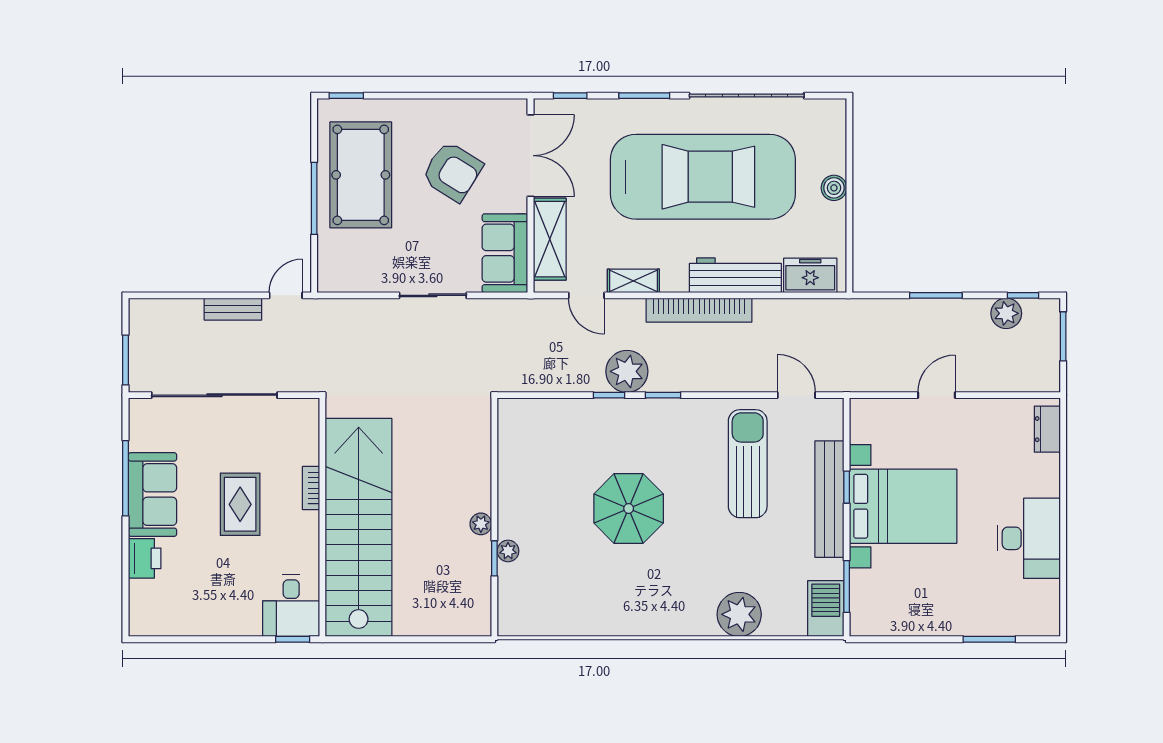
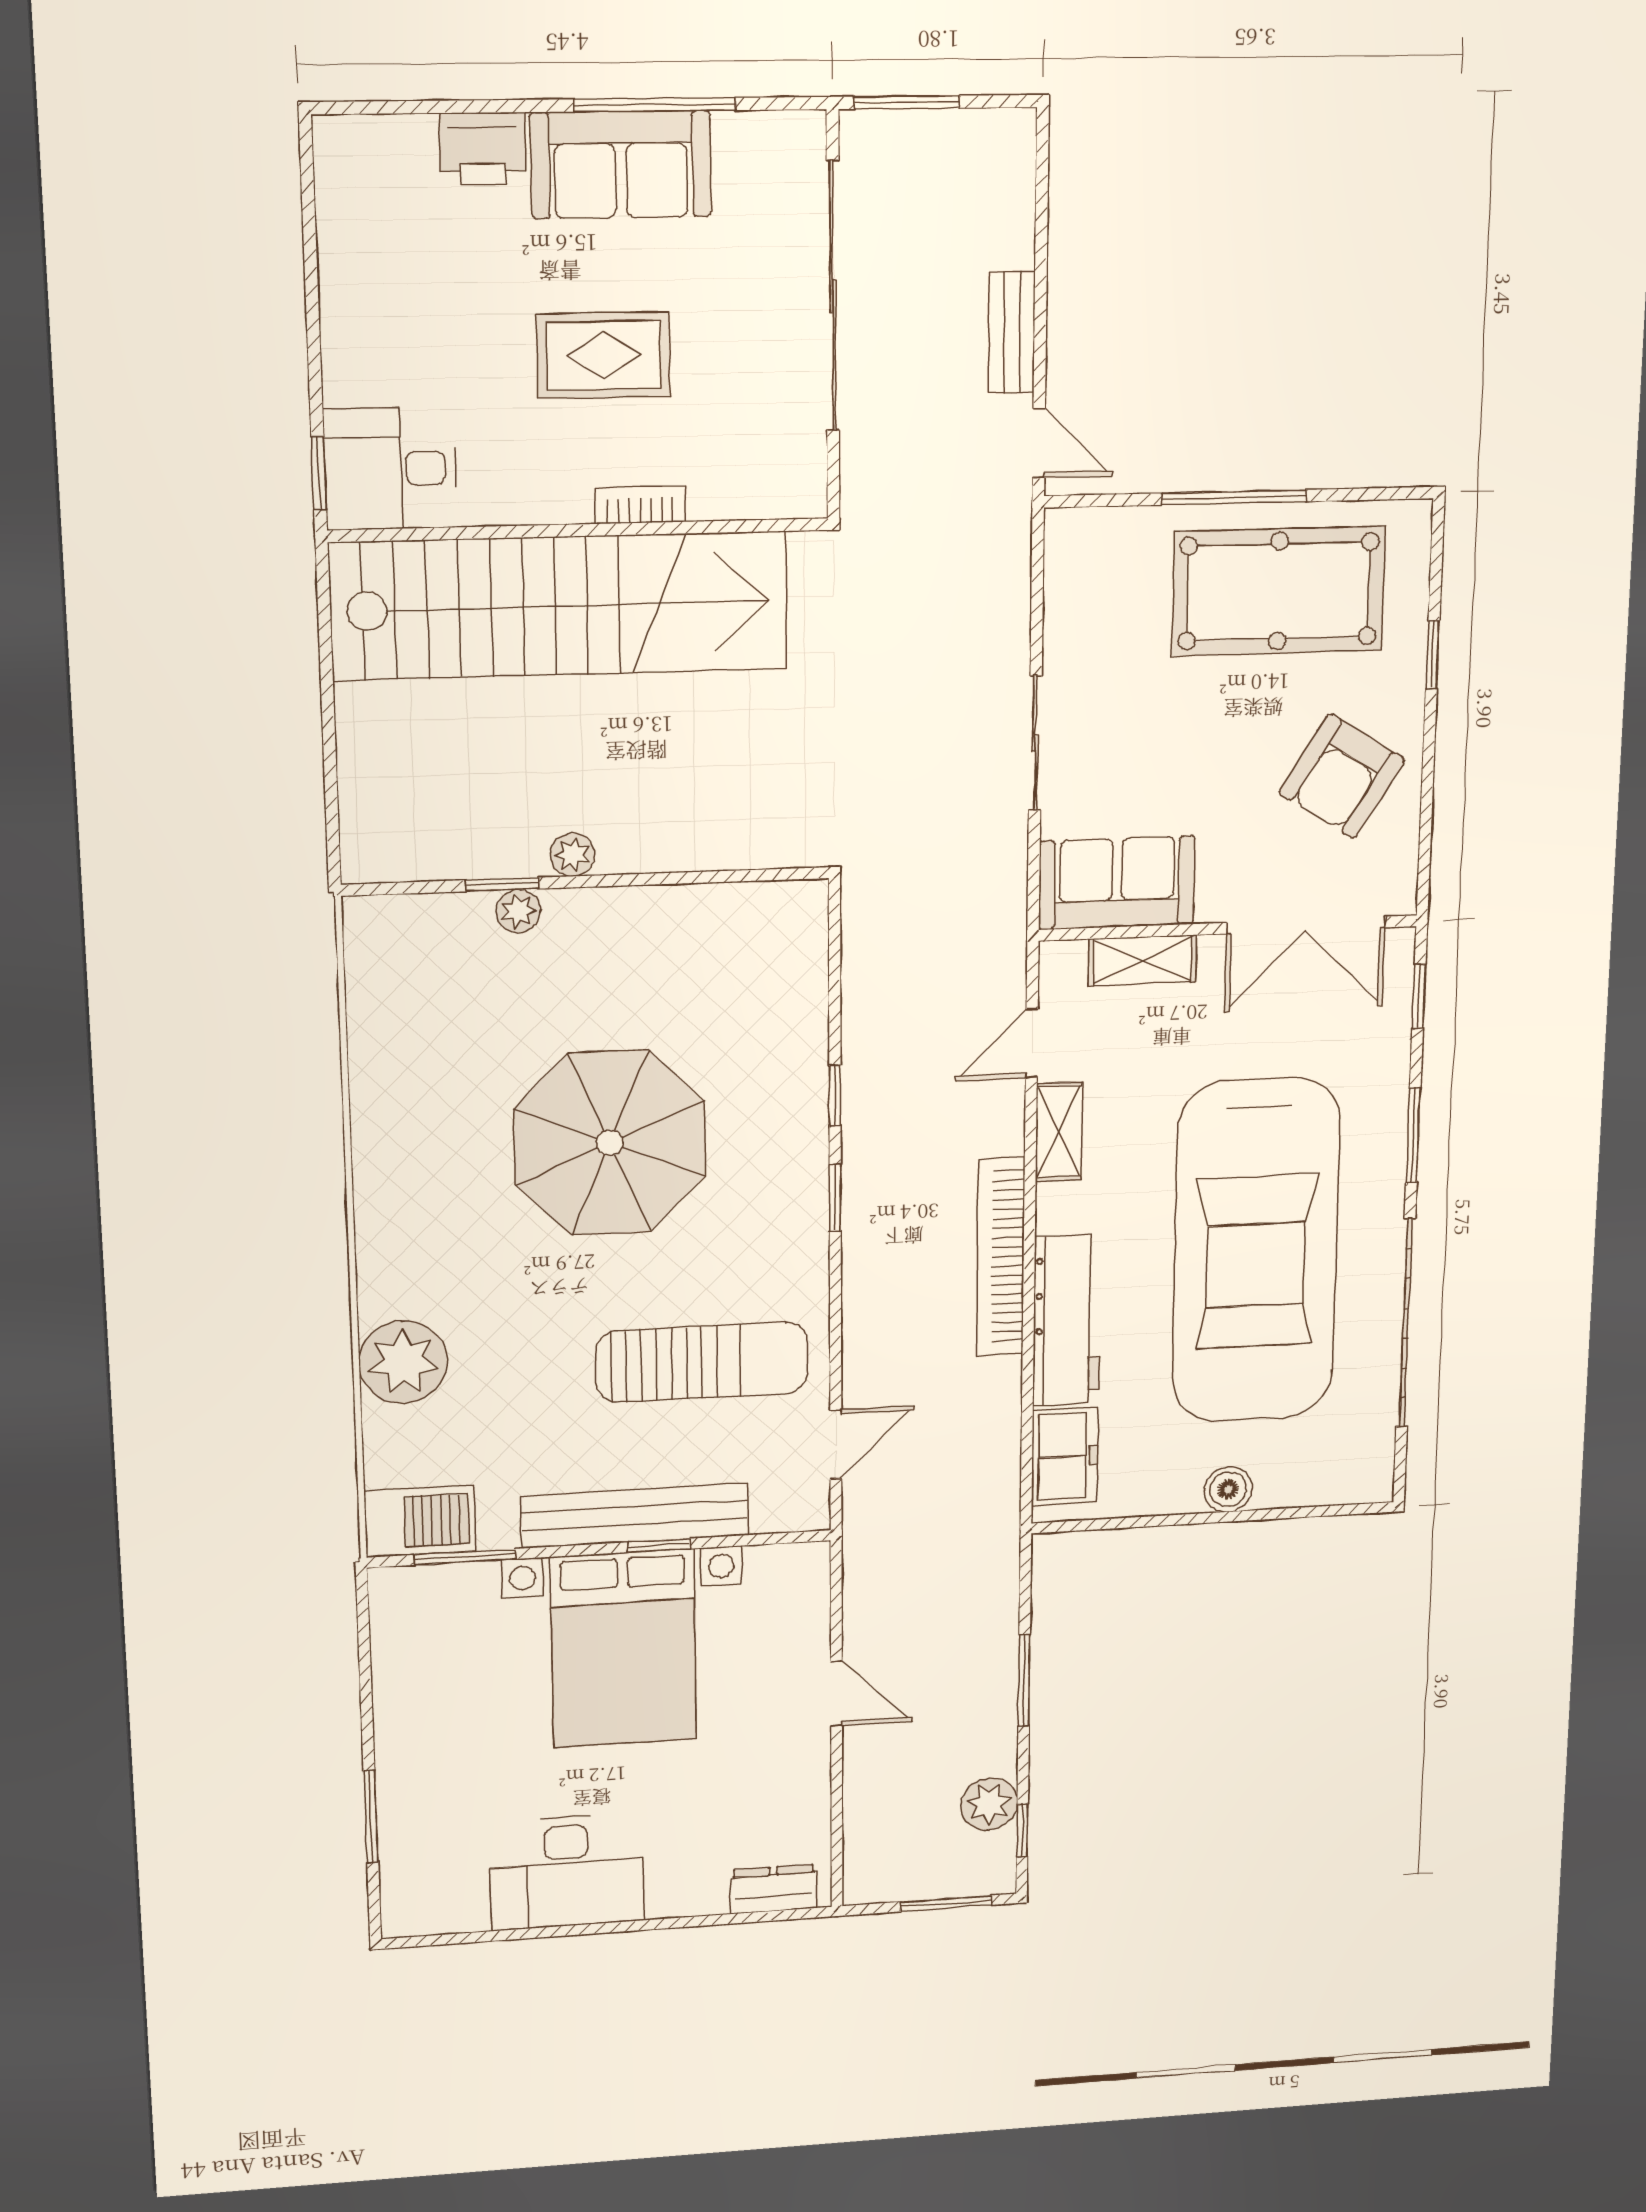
window: (346, 96) -> (1433, 655), moved
armchair: (452, 171) -> (1342, 776), moved
shelving: (550, 239) -> (1143, 960), width x0.67, depth x0.75
plant: (627, 371) -> (882, 1127), removed
parasol: (629, 508) -> (610, 1143), width x1.36, depth x1.36

